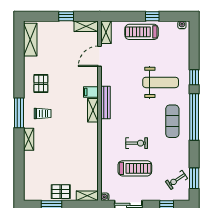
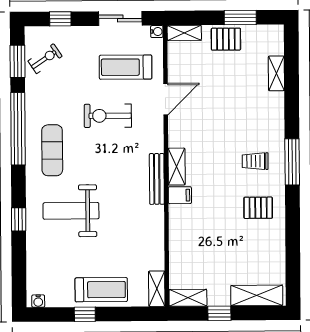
shelving: (30, 40) -> (257, 295), moved, turned 90
door: (100, 56) -> (166, 99), moved
pallet: (41, 84) -> (258, 208), turned 90
window: (194, 117) -> (18, 129), moved
shelving: (29, 139) -> (276, 73), moved
exercise bike: (137, 143) -> (108, 116), width x1.38, depth x1.39
treadmill: (135, 168) -> (126, 67), moved

